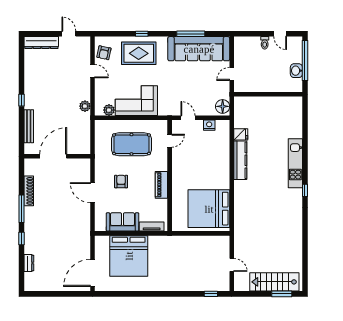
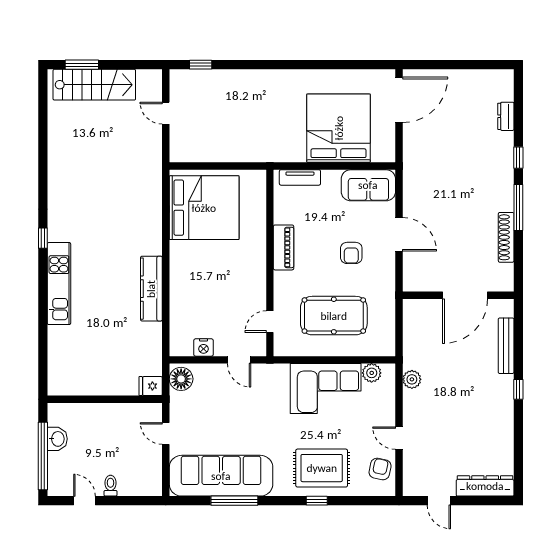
door: (232, 74) -> (166, 433), swing flipped
fridge: (241, 134) -> (151, 386), moved
sofa: (122, 222) -> (368, 185), moved

